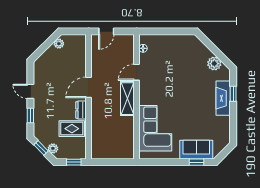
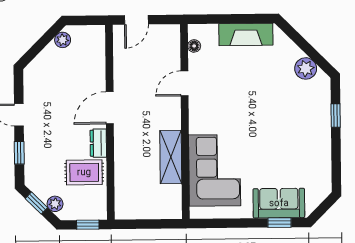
fireplace: (223, 98) -> (246, 34), moved, turned -90
shelving: (127, 99) -> (171, 157), moved

